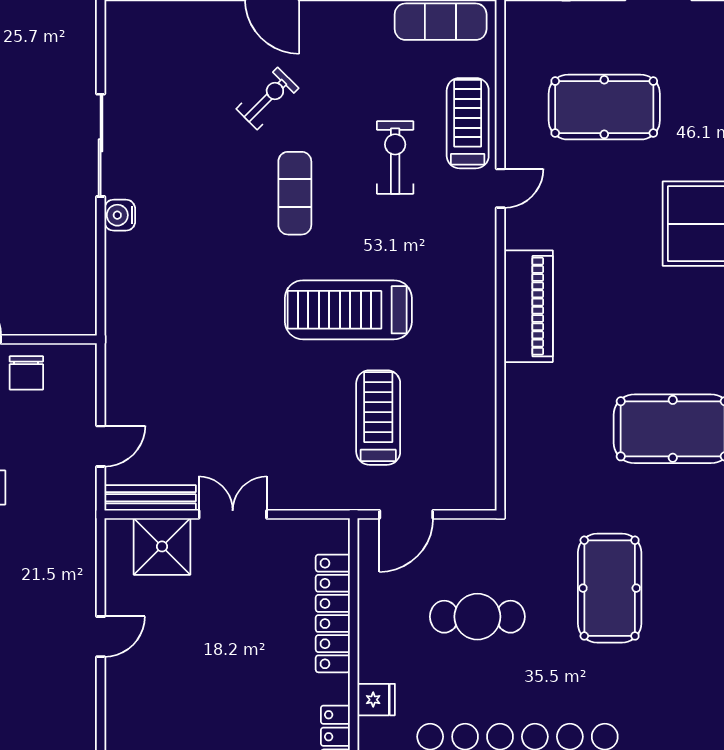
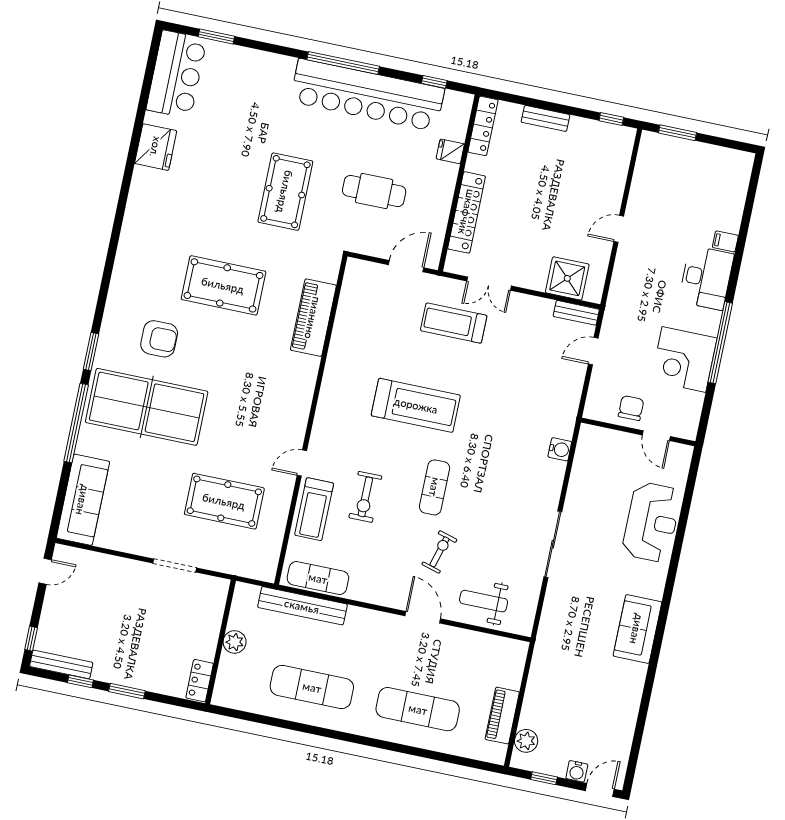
weight bench: (186, 39) -> (484, 601), added
exercise bike: (267, 98) -> (439, 552), turned 151
water cooler: (120, 215) -> (560, 449), moved
piano: (529, 306) -> (313, 318), moved
treadmill: (378, 418) -> (454, 323), moved, turned 90
bench: (150, 498) -> (576, 313), width x0.73
double door: (233, 514) -> (489, 284), moved

